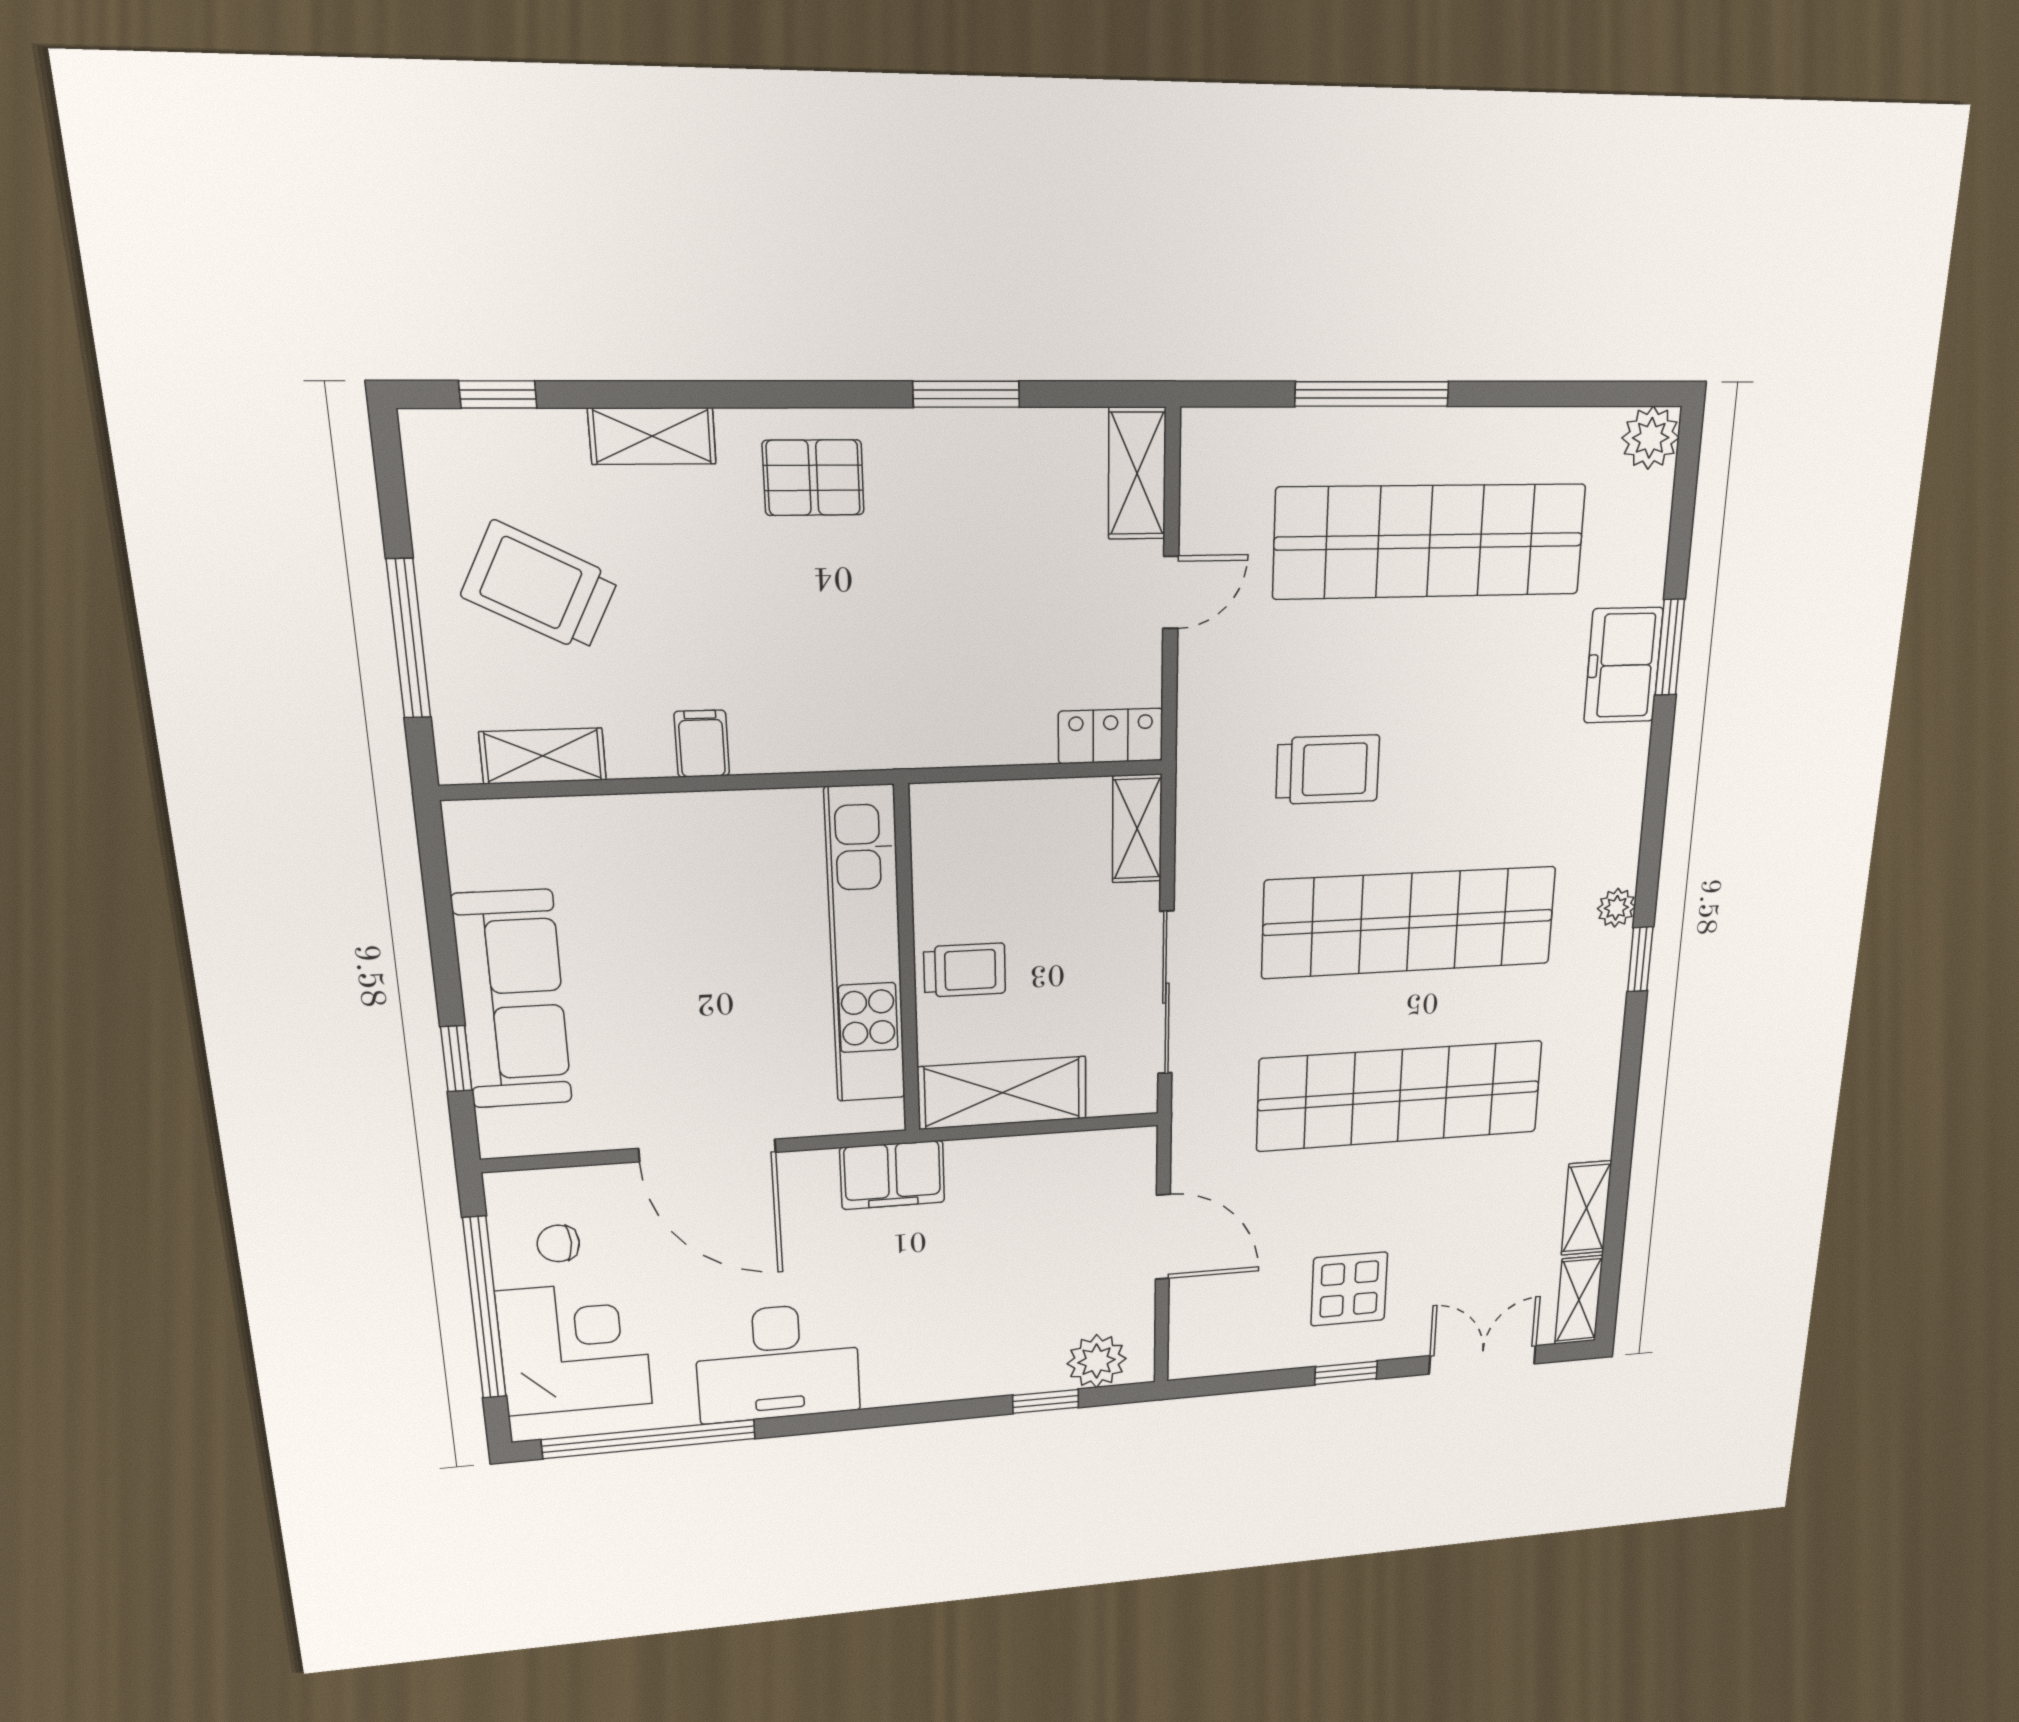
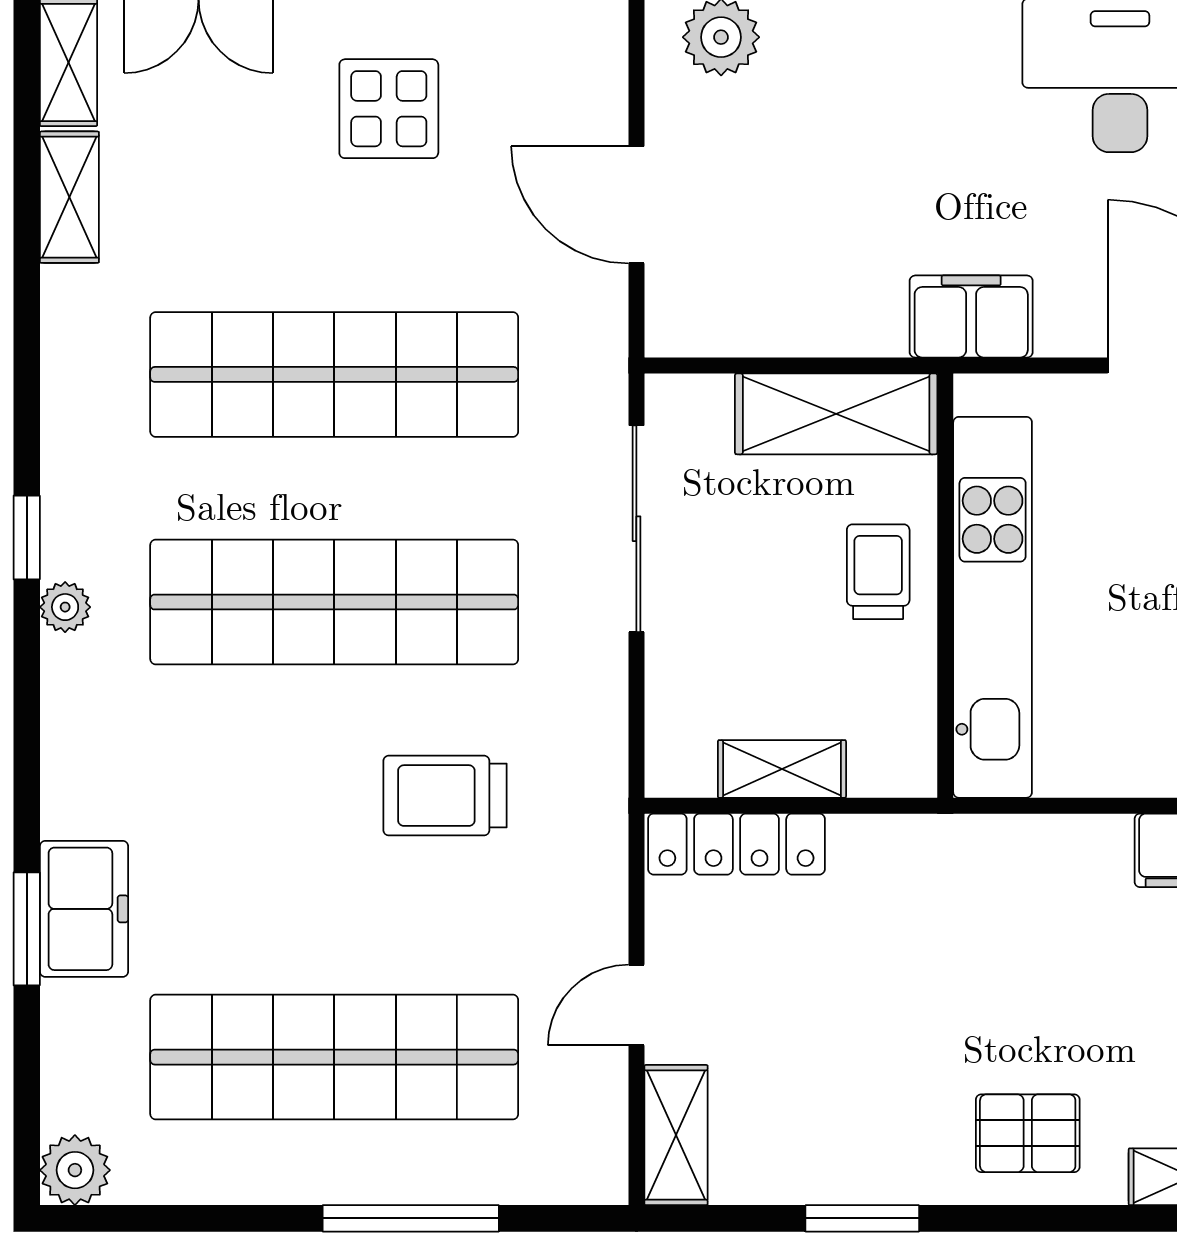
locker: (1111, 736) -> (736, 844), width x1.53
shelving: (1137, 829) -> (782, 769), moved, turned 90
trolley: (965, 970) -> (878, 572), turned 90

